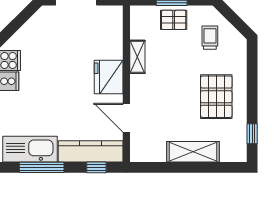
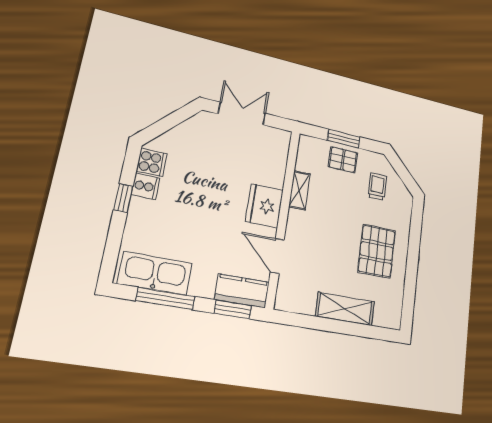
window: (252, 134) -> (409, 299), removed
kitchen counter: (91, 151) -> (242, 291), width x0.67
window: (96, 167) -> (233, 309), width x1.50

